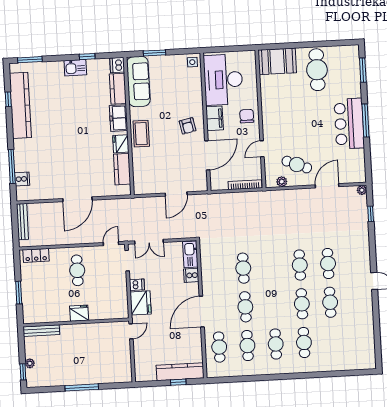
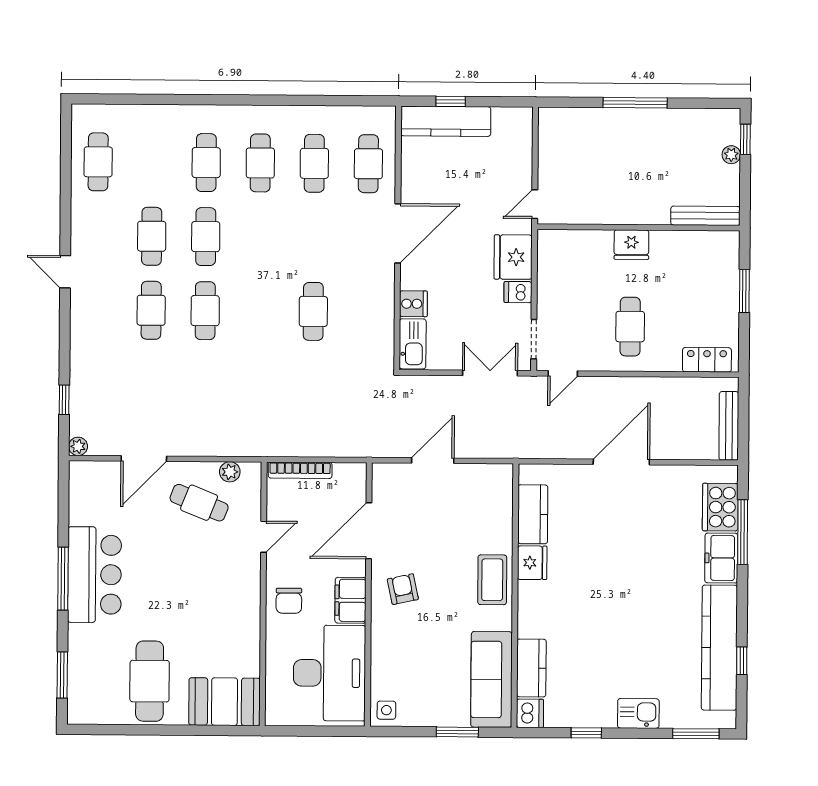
kitchen sink: (75, 68) -> (638, 713), moved
freezer: (119, 118) -> (721, 558), moved, turned 180
cooker: (22, 179) -> (720, 507), width x1.87, depth x1.31
cafe table: (245, 307) -> (98, 162), moved

